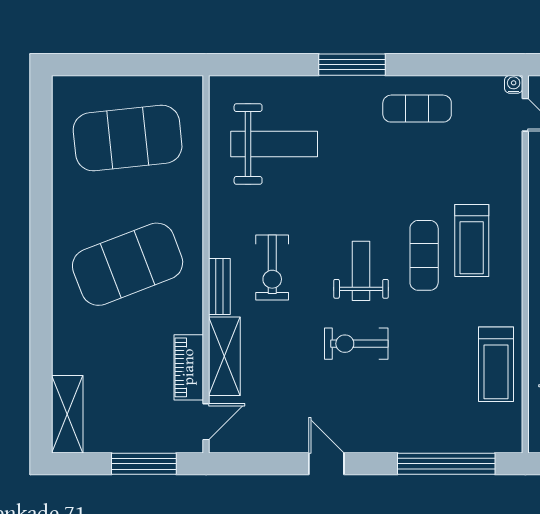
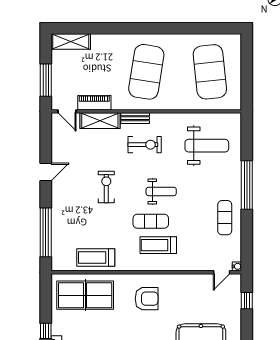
window: (352, 65) -> (247, 185), width x1.46
weight bench: (274, 144) -> (207, 146), turned -90
exercise mat: (128, 264) -> (146, 72), turned 30
exercise bike: (272, 268) -> (145, 145), turned 180
weight bench: (361, 271) -> (161, 191), moved

